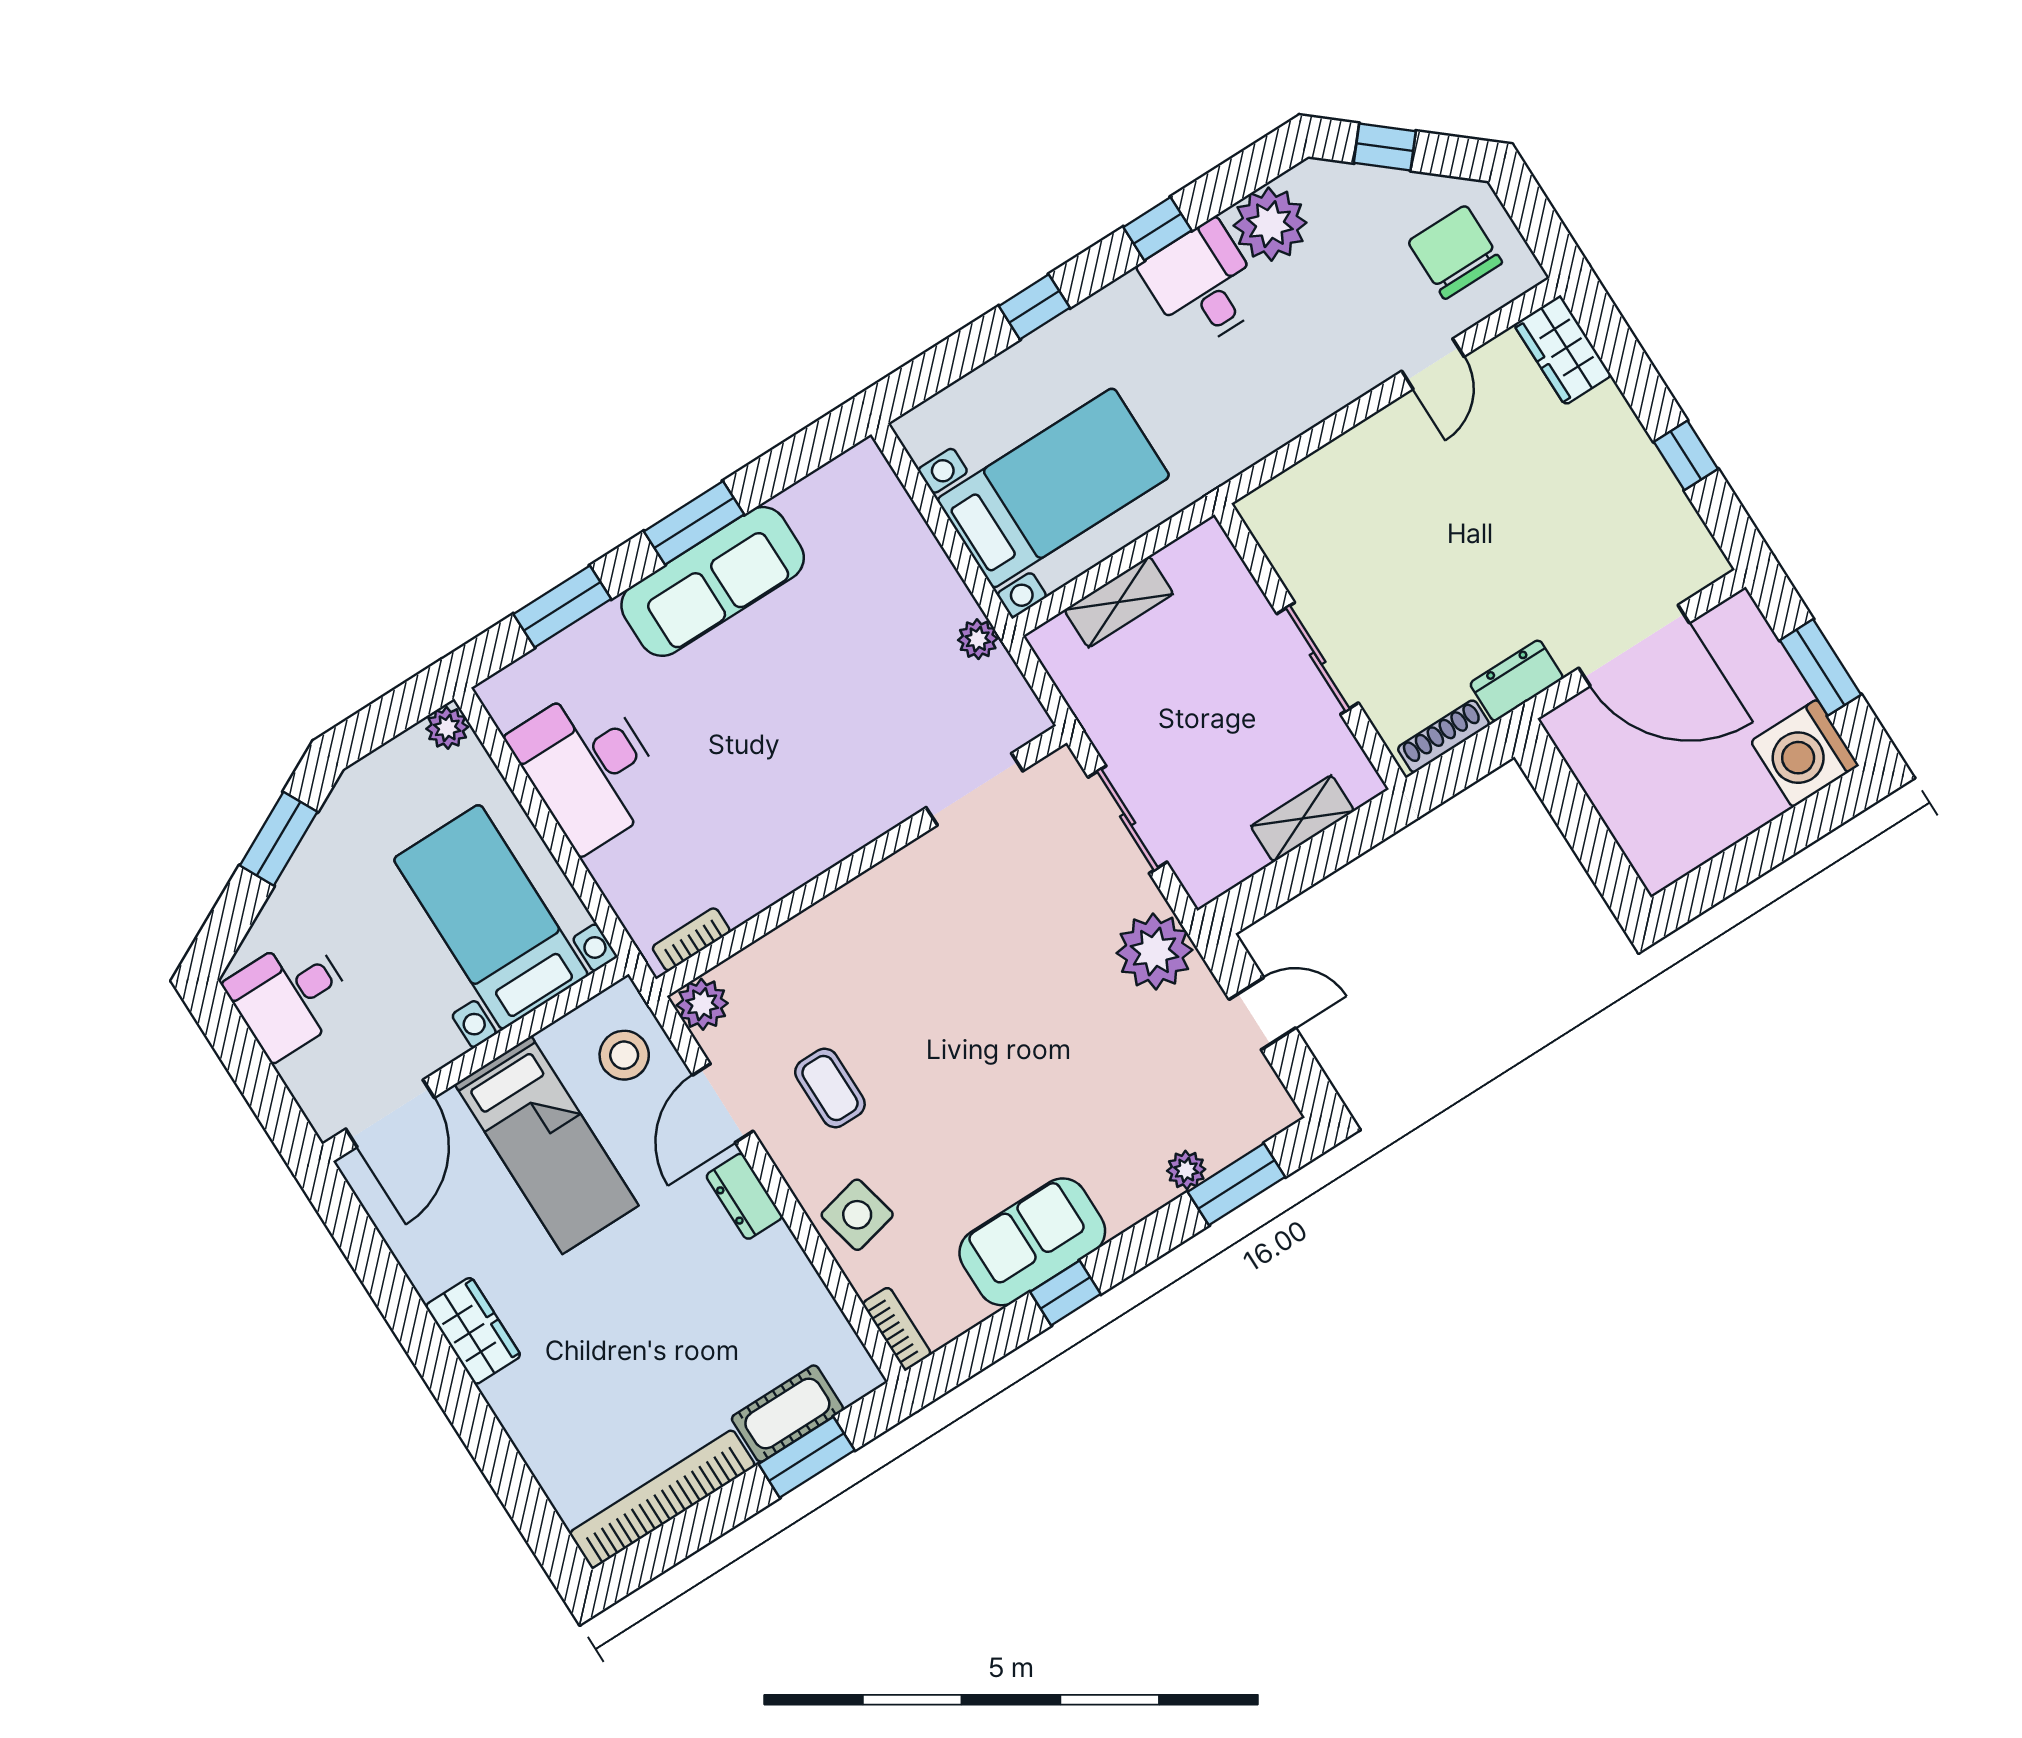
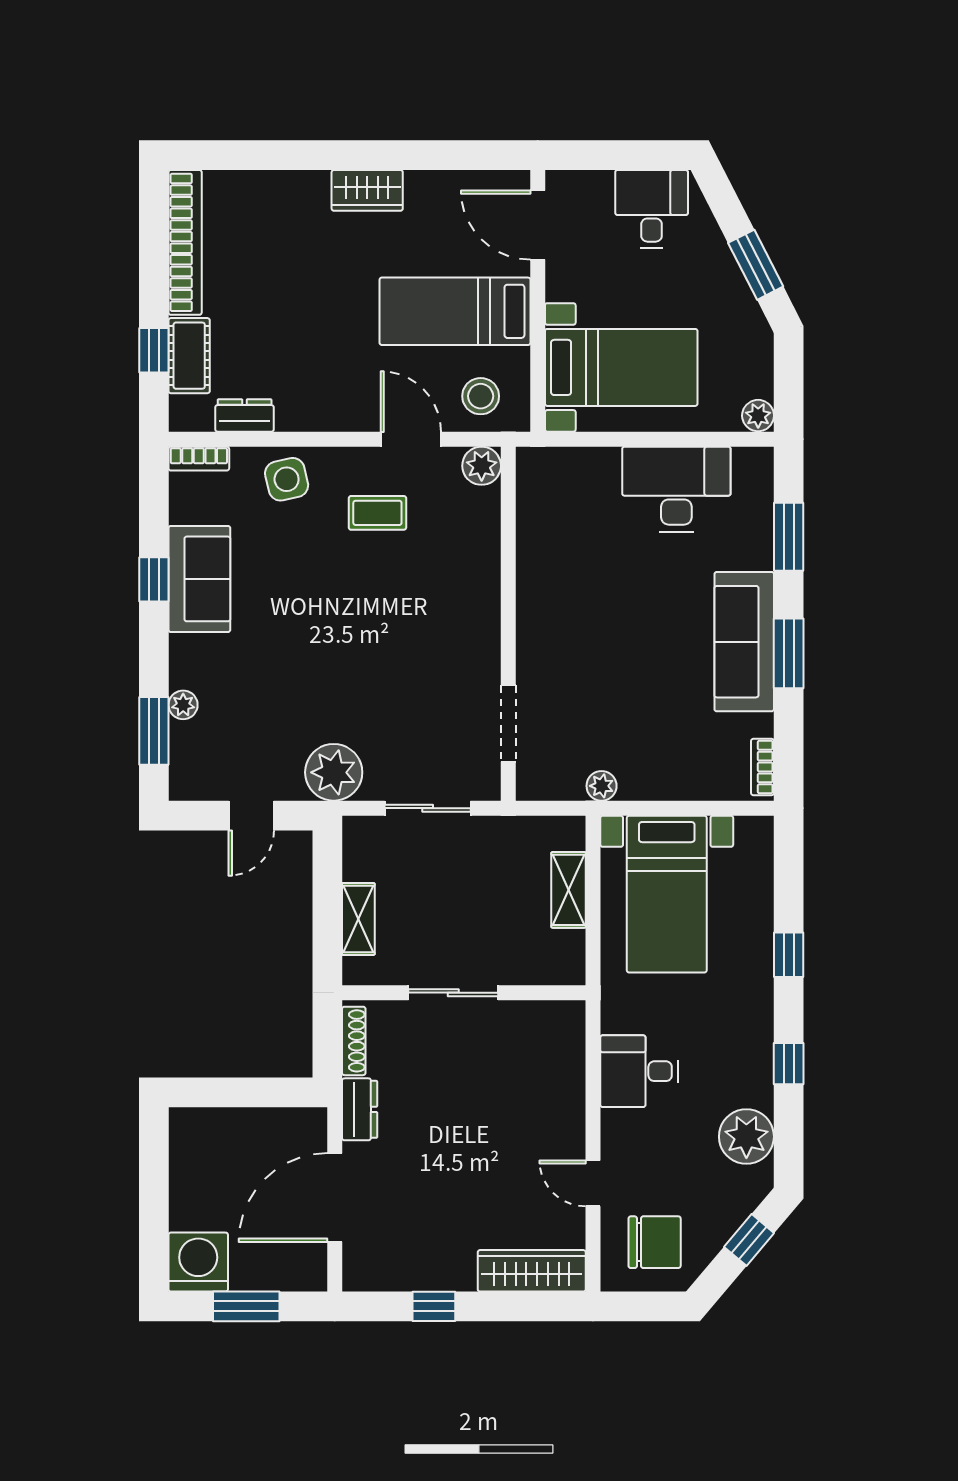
desk: (1203, 285) -> (639, 1071), moved, turned 180
wardrobe: (1563, 350) -> (532, 1271), width x1.50
bookcase: (691, 939) -> (762, 767), moved, turned 180
dresser: (744, 1196) -> (245, 415), moved
window: (807, 1457) -> (154, 350), width x0.67

